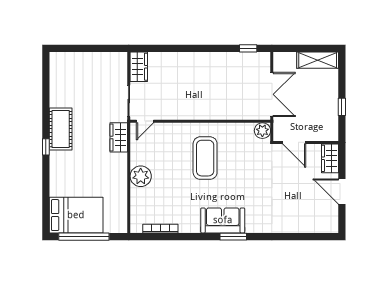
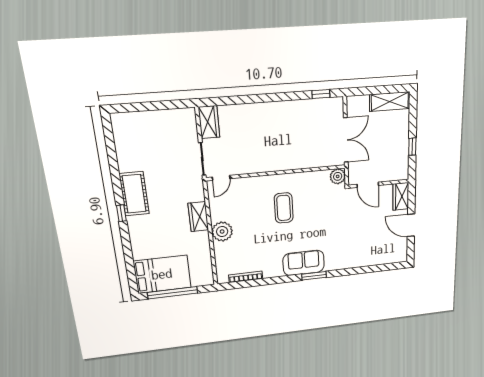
wardrobe: (119, 137) -> (198, 217), moved
coffee table: (205, 158) -> (284, 208), width x0.73, depth x0.76

